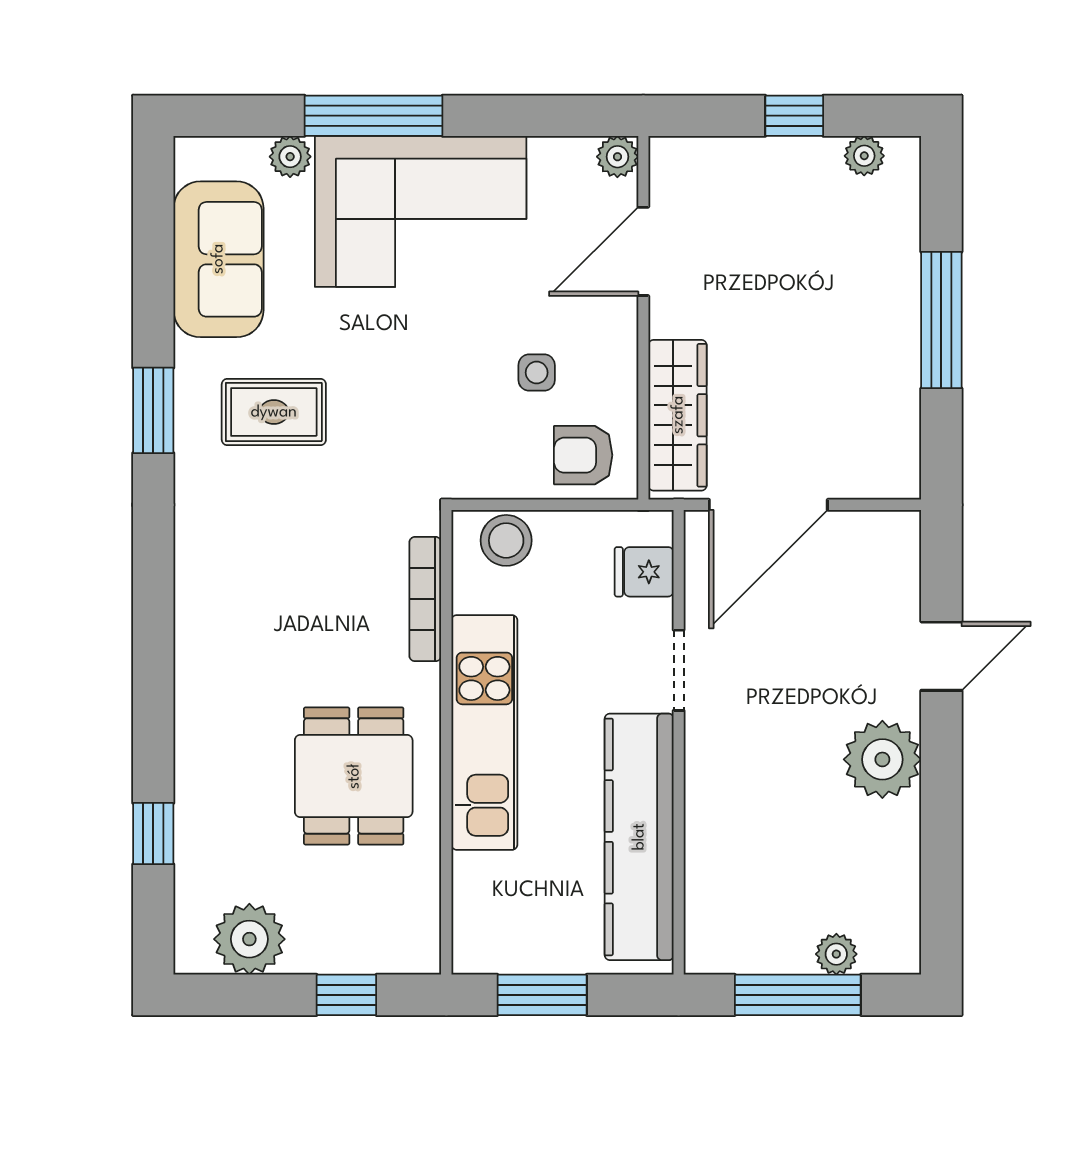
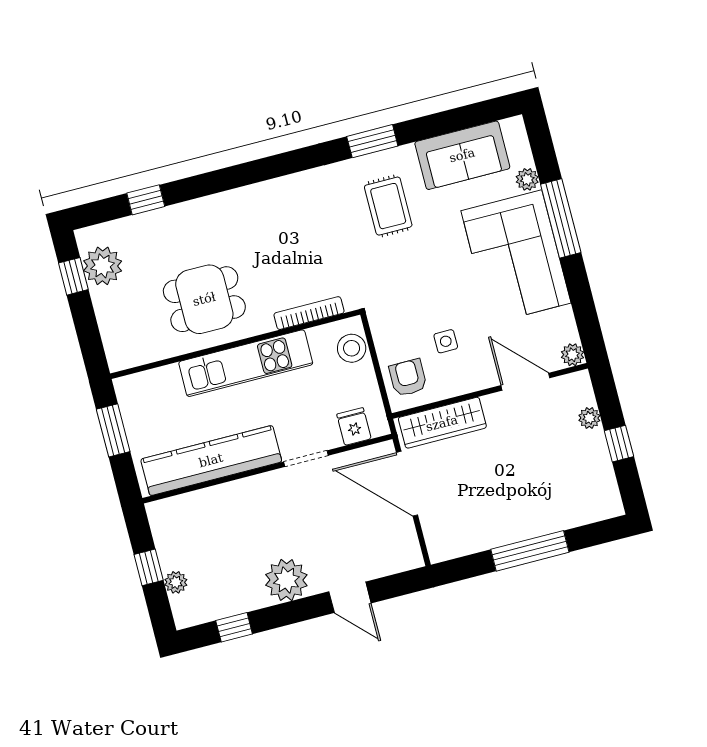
plant: (864, 156) -> (589, 418), moved
window: (941, 872) -> (234, 627), added
window: (346, 995) -> (73, 276), moved
window: (798, 995) -> (149, 567), width x0.46

